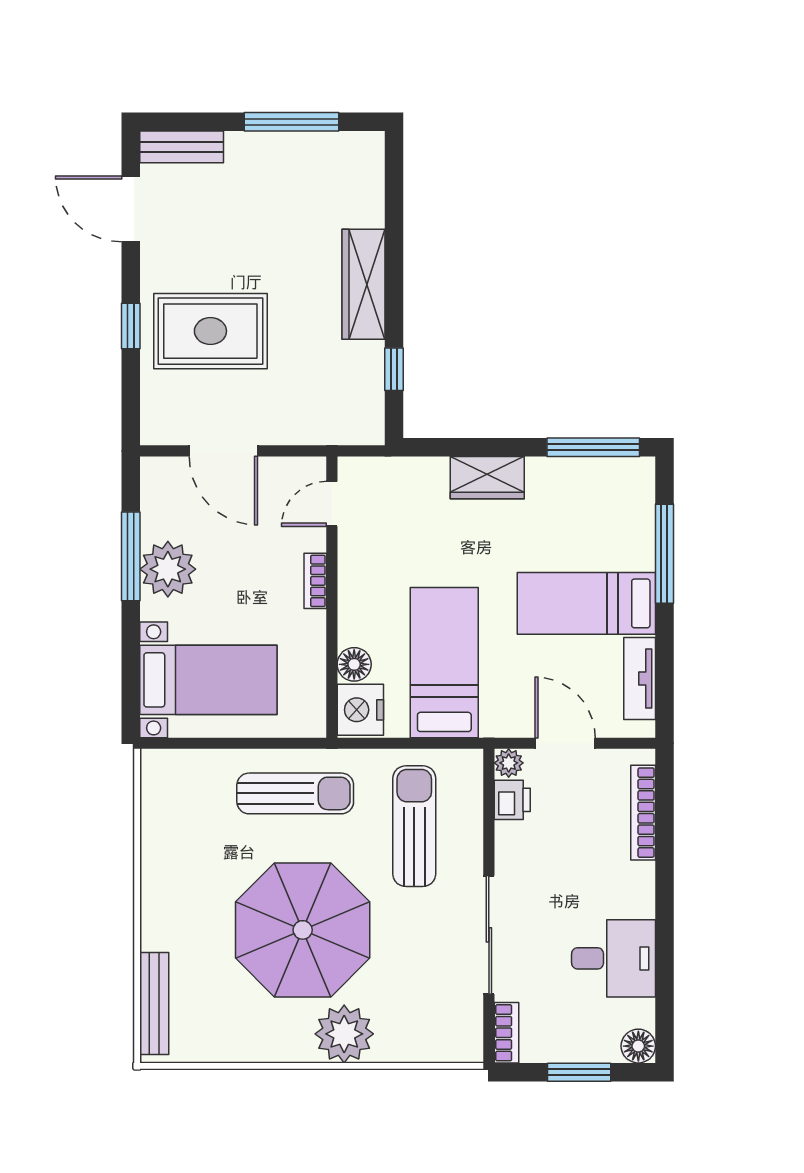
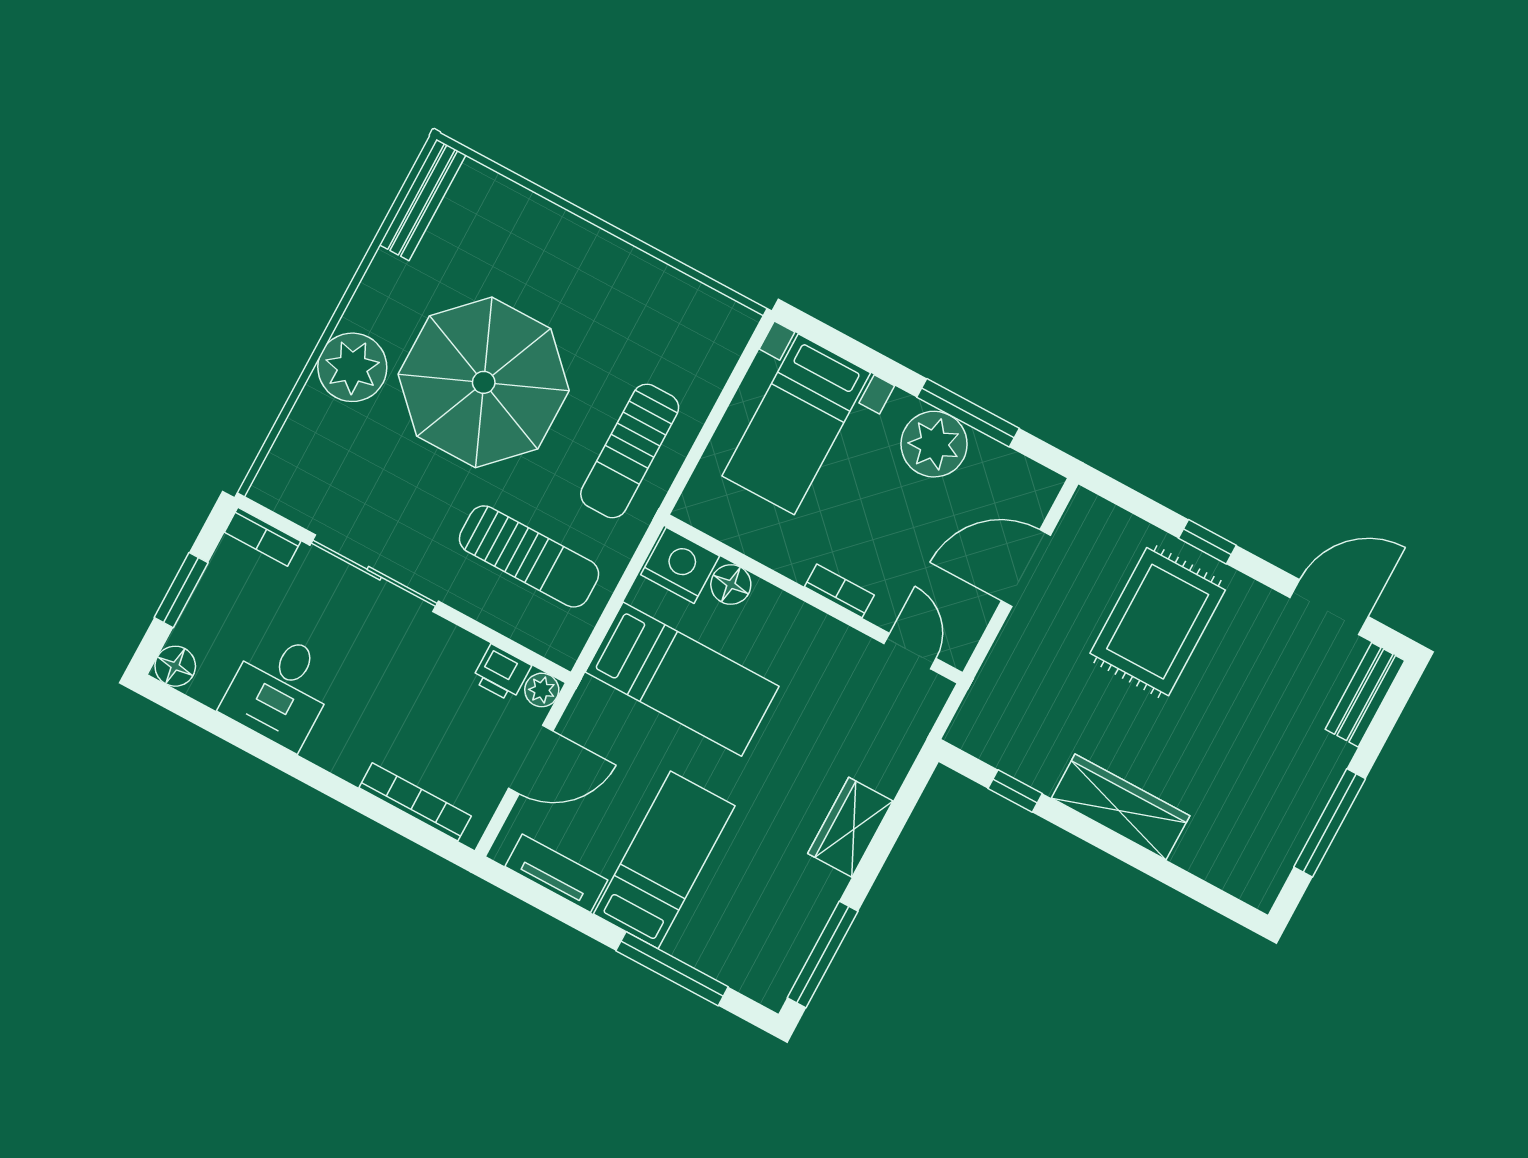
bench: (154, 1003) -> (423, 200), moved, turned 90

